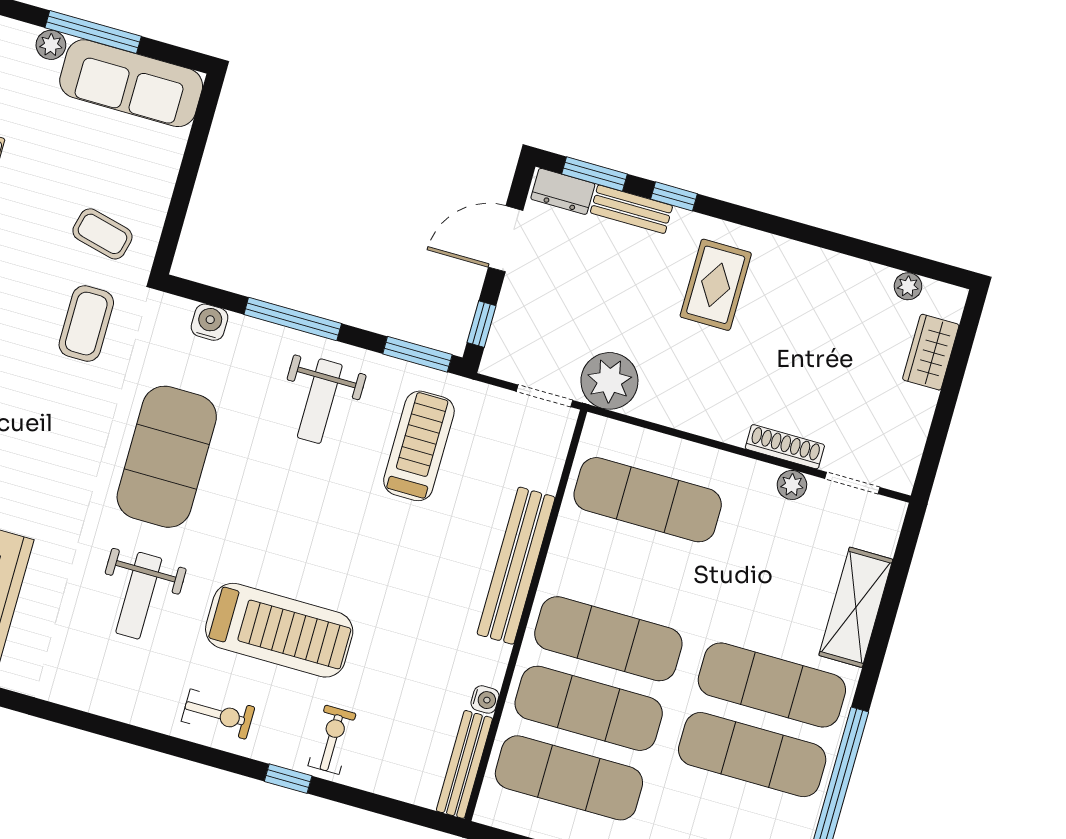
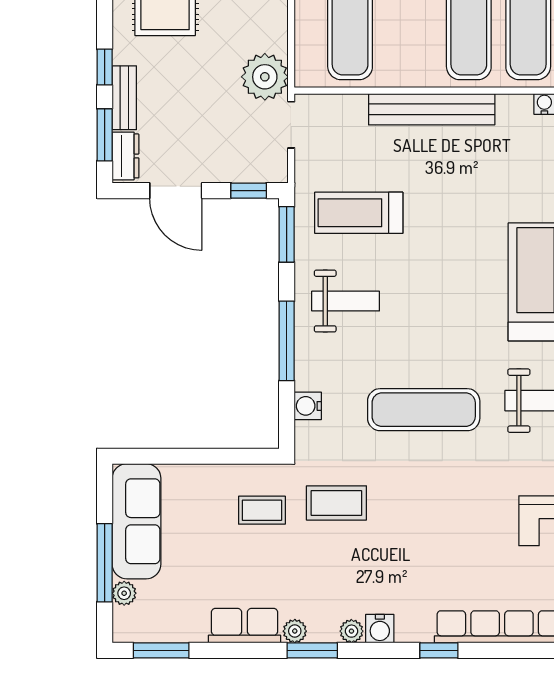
coffee table: (102, 234) -> (262, 510), turned 76
exercise mat: (167, 457) -> (424, 410), width x0.68

